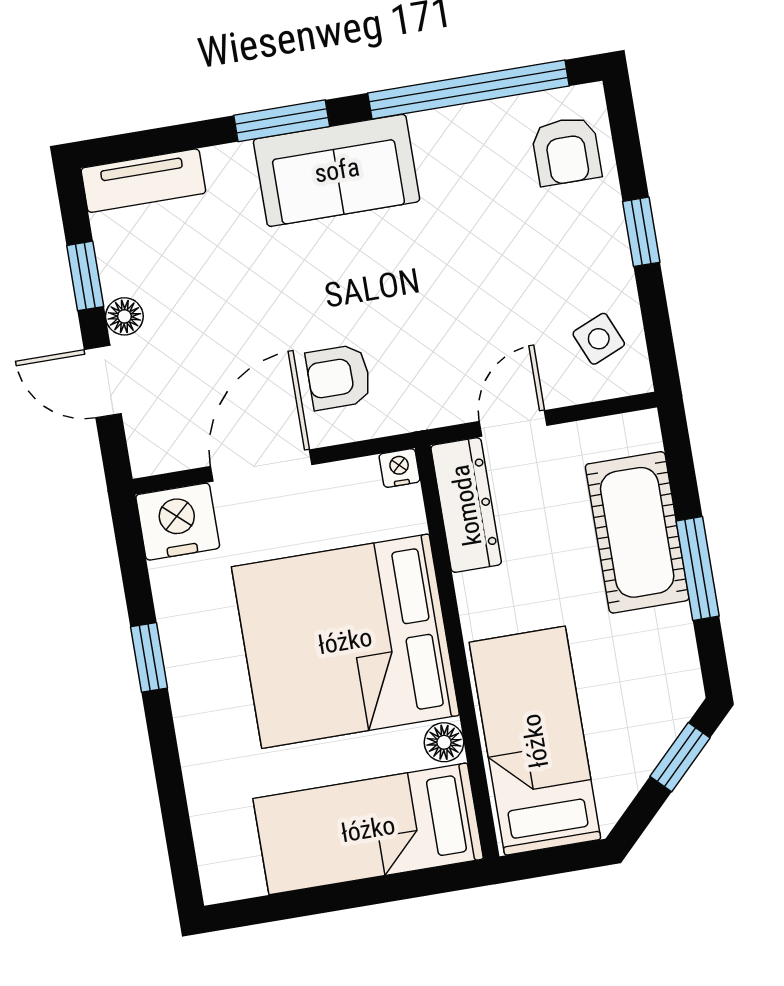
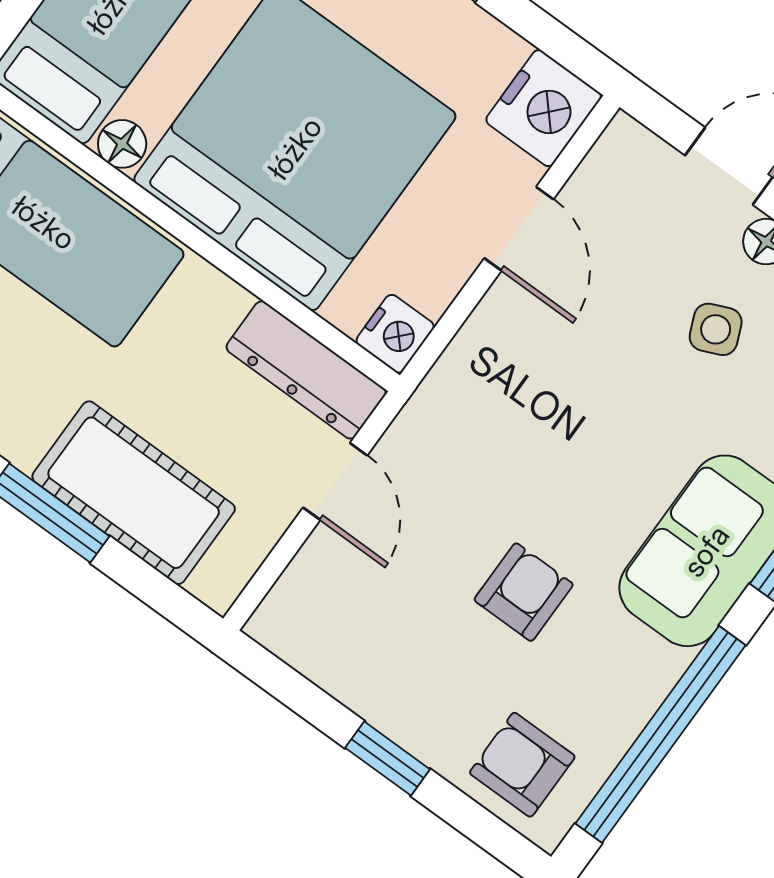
side table: (599, 339) -> (716, 329), moved
armchair: (339, 377) -> (524, 592), moved
door: (261, 466) -> (519, 229), width x0.73
nightstand: (400, 468) -> (395, 334), width x1.39, depth x1.35

